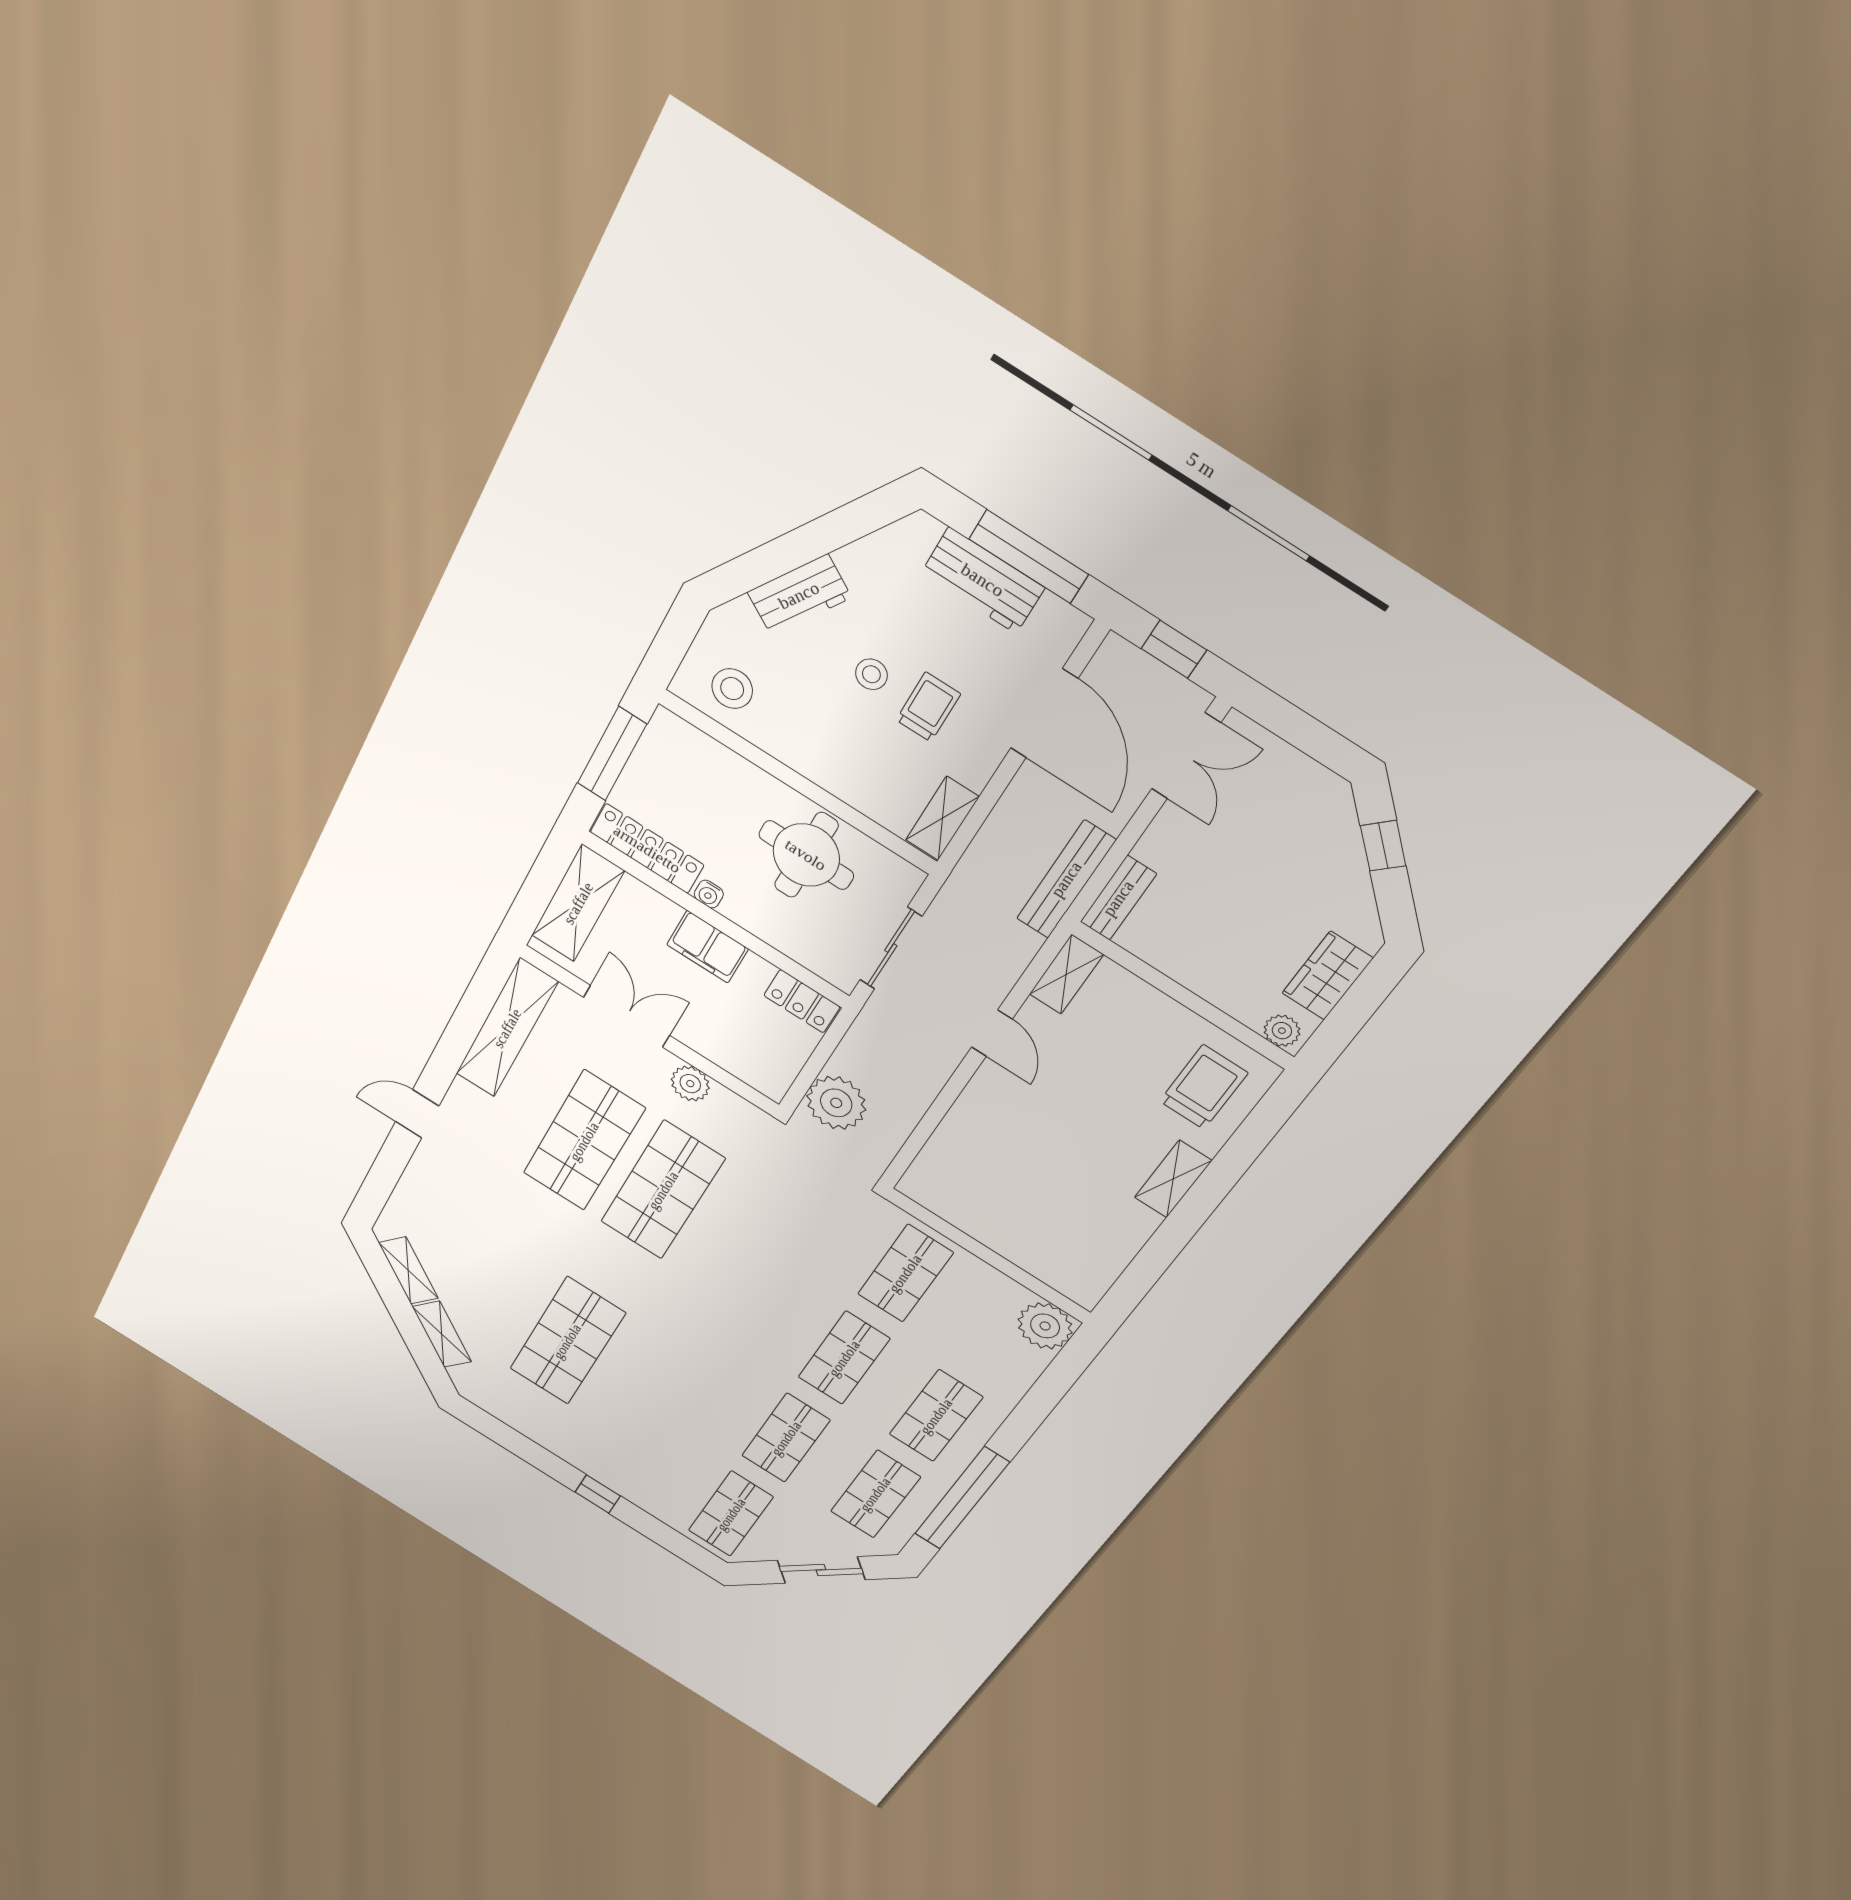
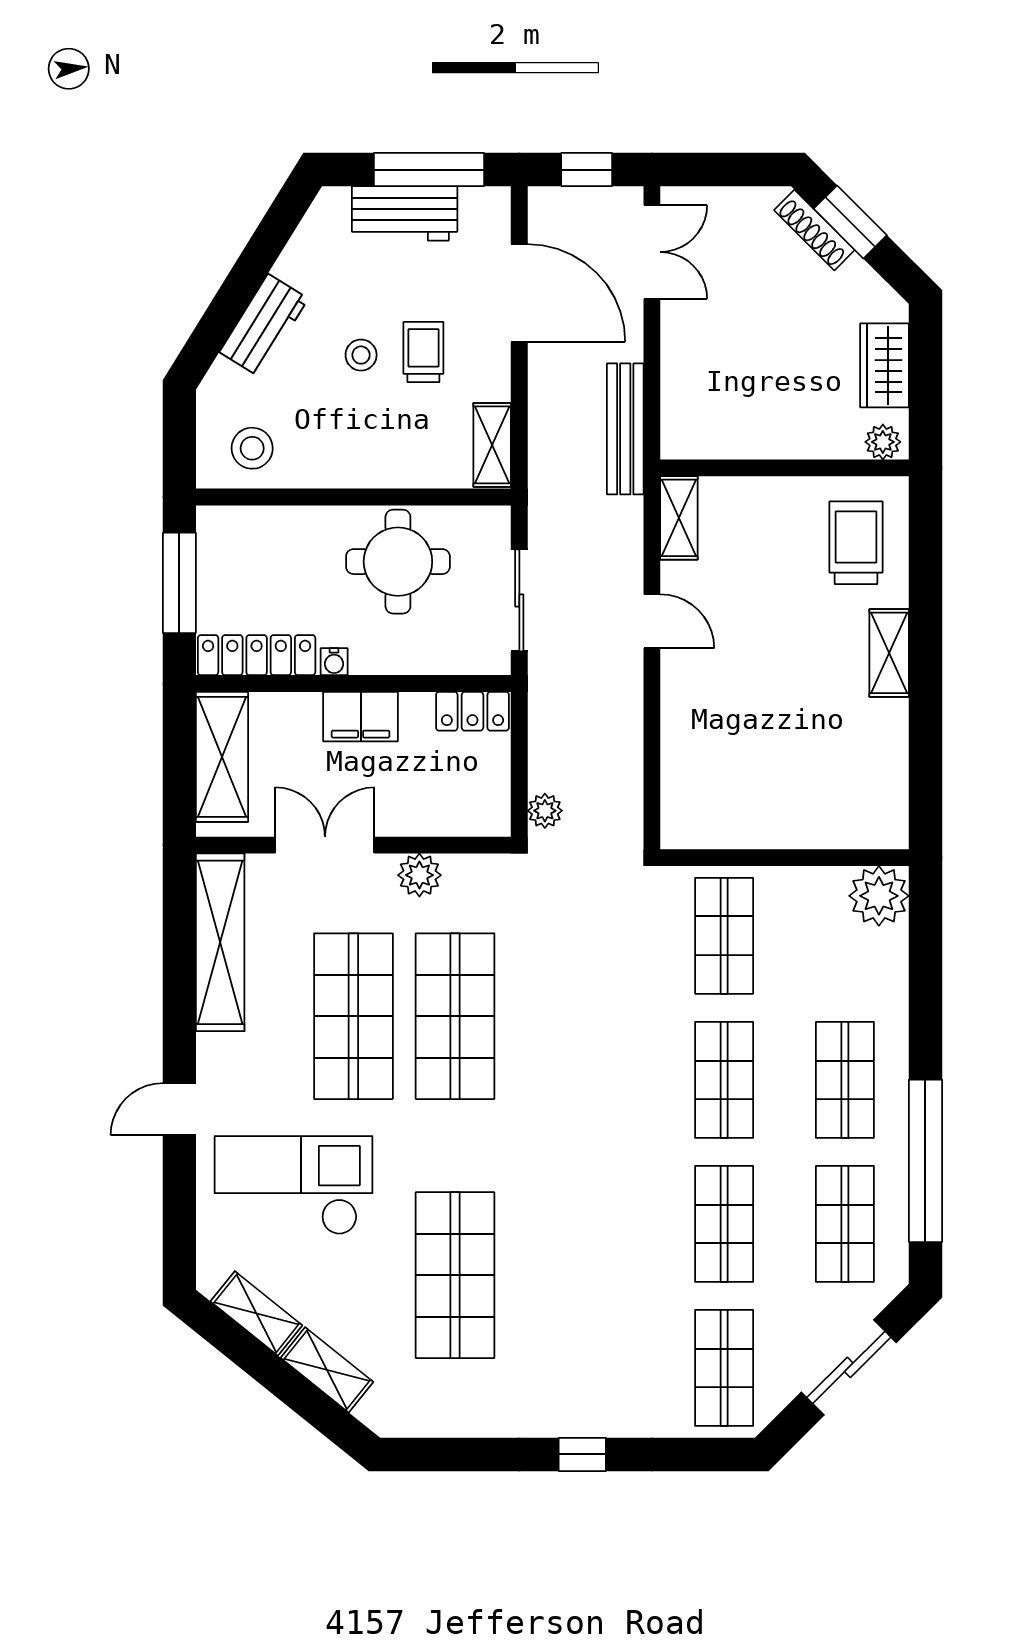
shoe rack: (1346, 832) -> (814, 230), added
window: (1383, 846) -> (850, 222), width x1.50
bench: (1118, 898) -> (677, 415), removed
plant: (836, 1103) -> (545, 811), width x0.53, depth x0.53
checkout: (478, 1214) -> (294, 1185), added

